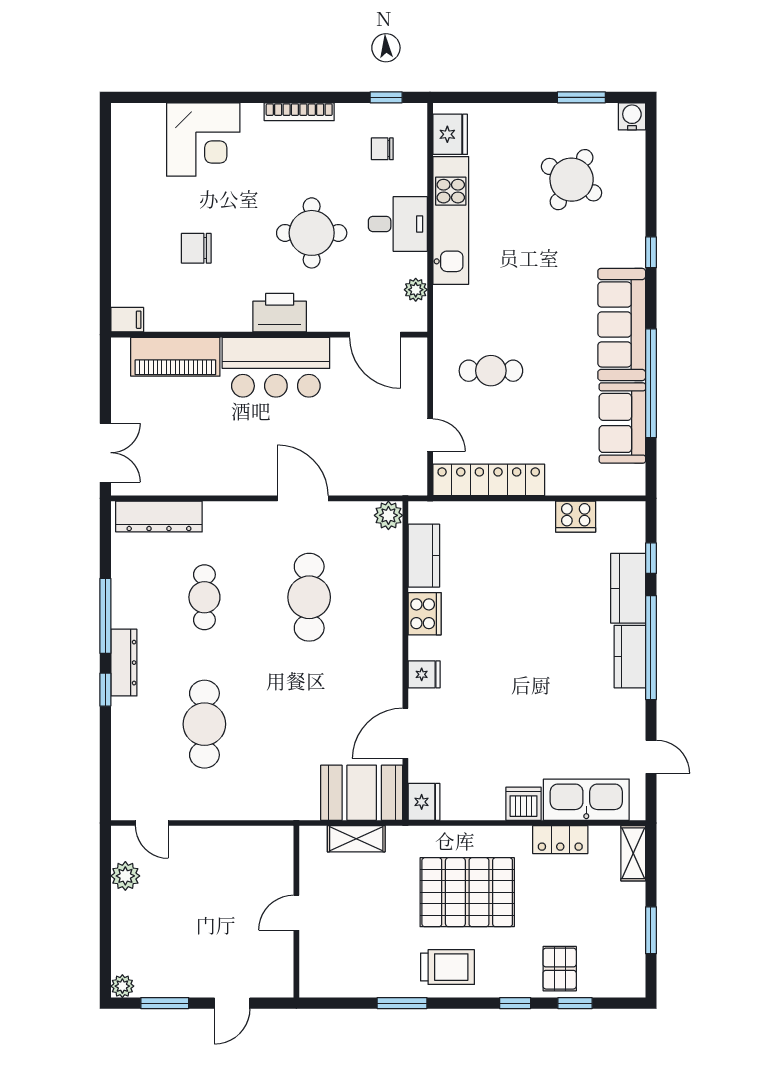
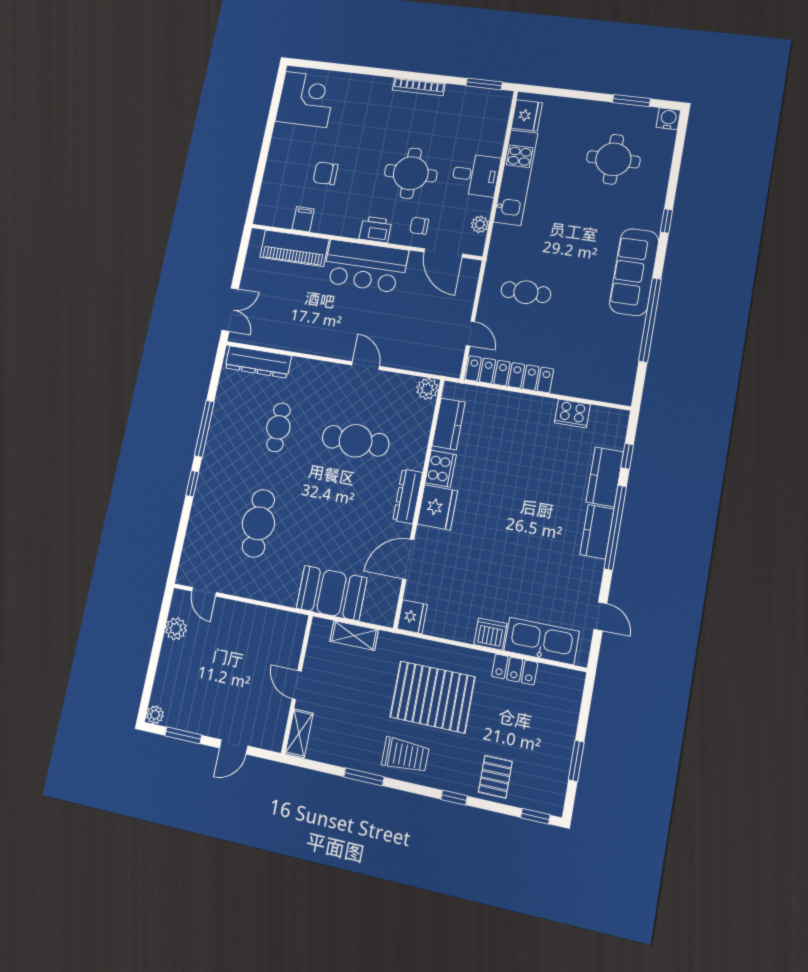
window: (386, 97) -> (484, 84), width x1.50
corner desk: (203, 140) -> (306, 99), moved, turned -90
chair: (382, 149) -> (419, 226), moved
round table: (572, 180) -> (613, 159), turned -31
printer: (280, 313) -> (376, 229), width x0.73, depth x0.84
filing cabinet: (127, 320) -> (303, 219), moved, turned -90
sofa: (622, 423) -> (622, 347), removed
door: (303, 498) -> (366, 366), width x0.73
cafe table: (309, 597) -> (356, 441), turned 90
dresser: (124, 663) -> (408, 496), moved, turned 180
fridge: (424, 674) -> (437, 507), width x1.88, depth x1.34
booth: (362, 793) -> (332, 593), moved
shelving: (633, 853) -> (299, 733), moved
door: (296, 913) -> (297, 685), hinge flipped
window: (575, 1003) -> (535, 816), moved

